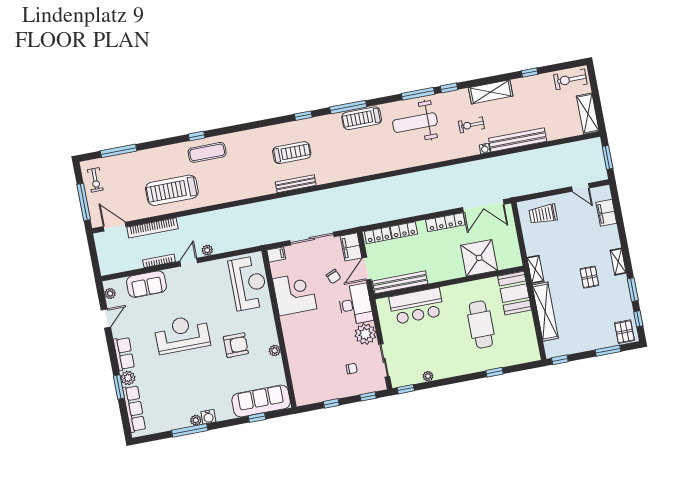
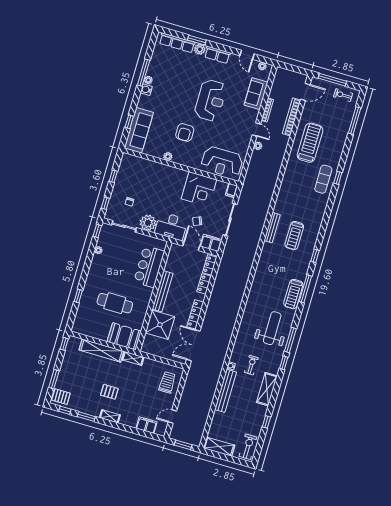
treadmill: (362, 118) -> (293, 294), turned 180
bench: (400, 282) -> (163, 291), moved

